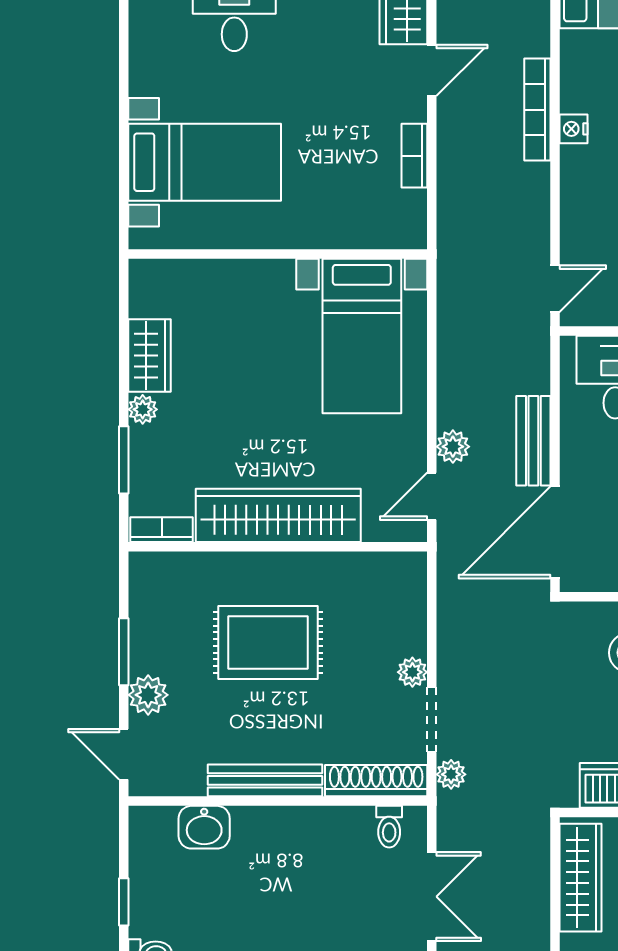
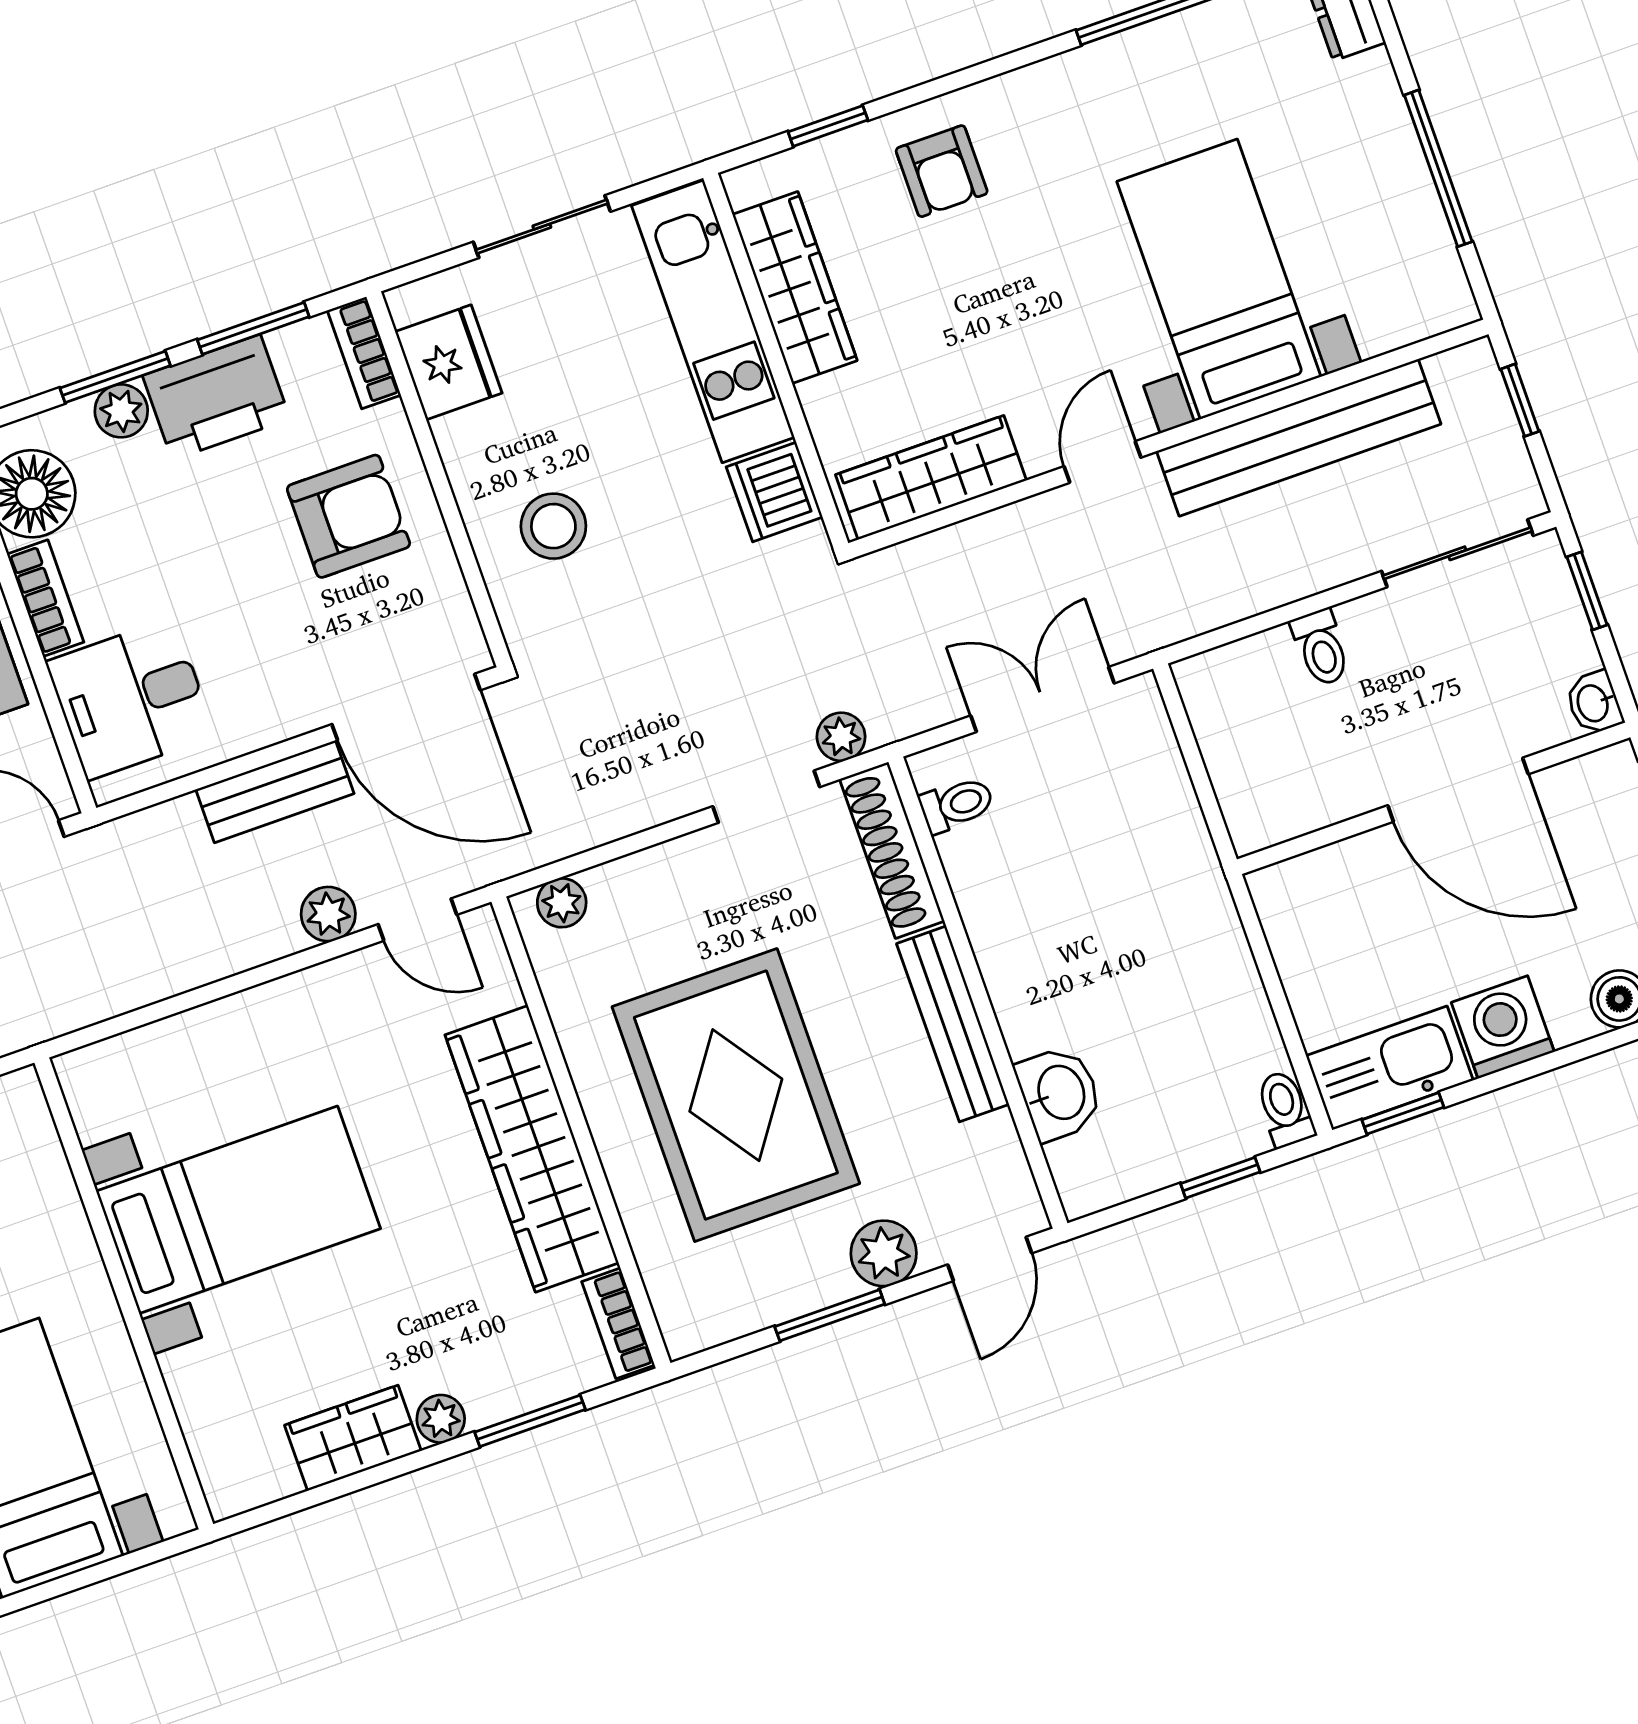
bed with nightstands: (362, 336) -> (238, 1210), moved
rug: (268, 642) -> (736, 1095), width x1.37, depth x1.44
plant: (412, 672) -> (562, 903), moved

